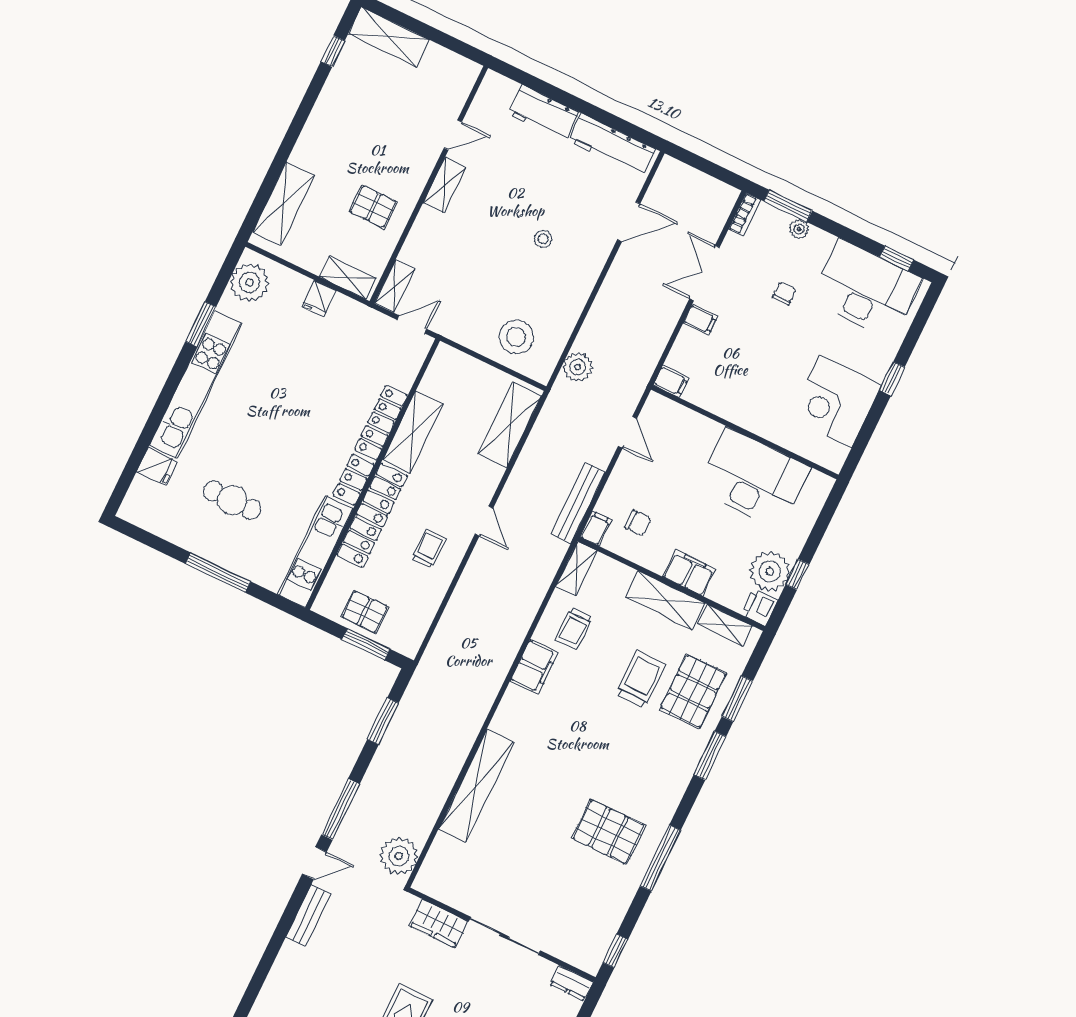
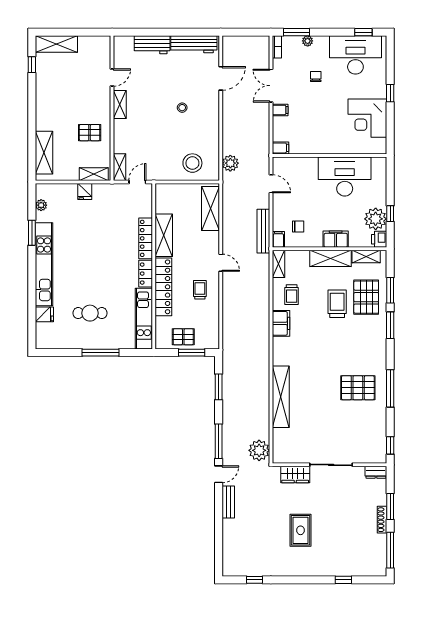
plant: (249, 282) -> (41, 205), width x0.53, depth x0.53

